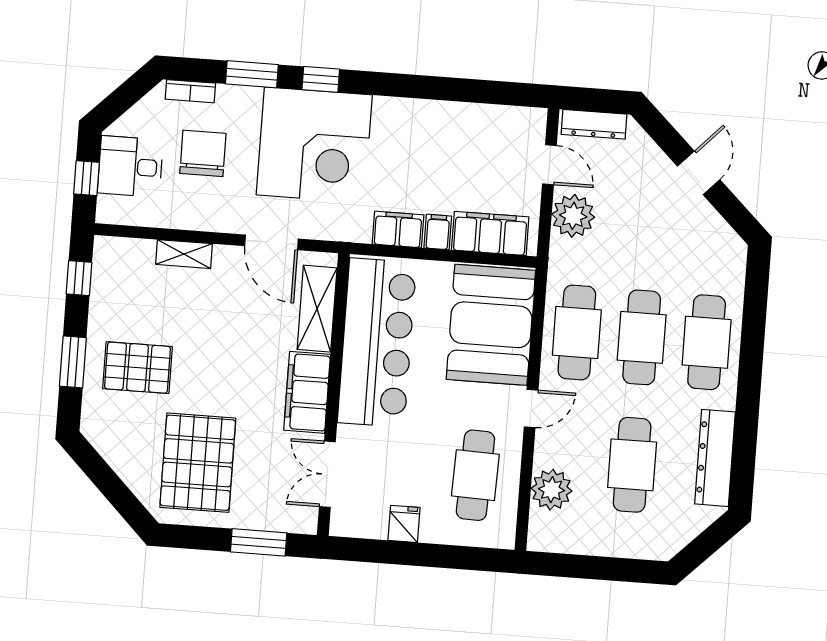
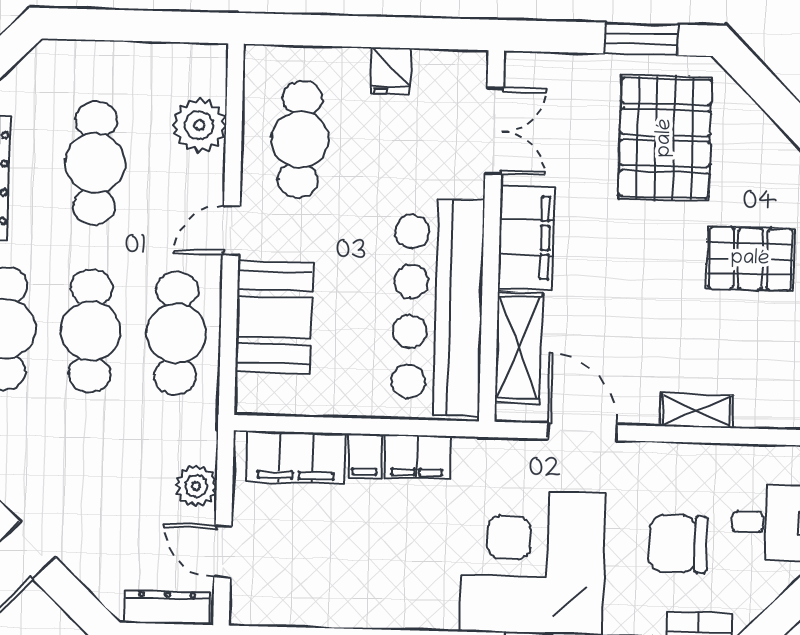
chair: (203, 153) -> (678, 544), turned 90
plant: (573, 216) -> (196, 486), width x0.73, depth x0.73
booth: (491, 325) -> (274, 317), width x0.73, depth x0.70
window: (259, 542) -> (641, 39), moved

